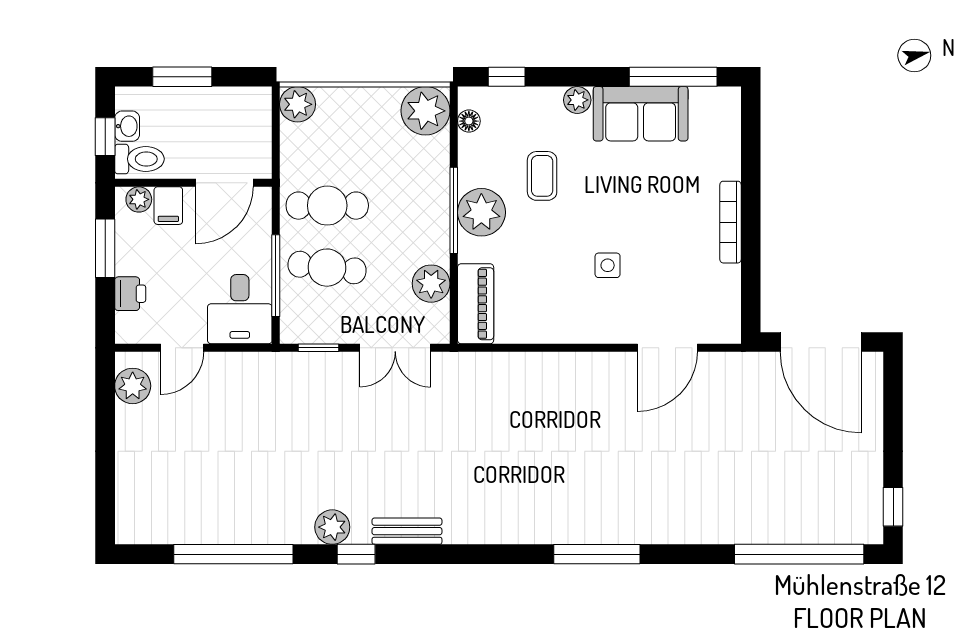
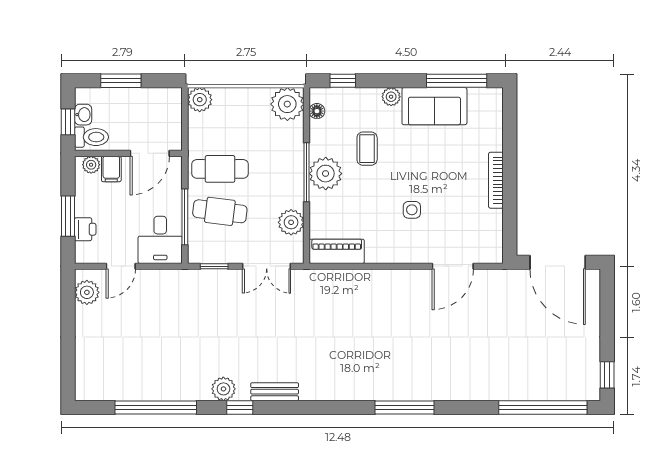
window: (105, 248) -> (68, 216), moved
piano: (476, 304) -> (337, 251), moved, turned -90

